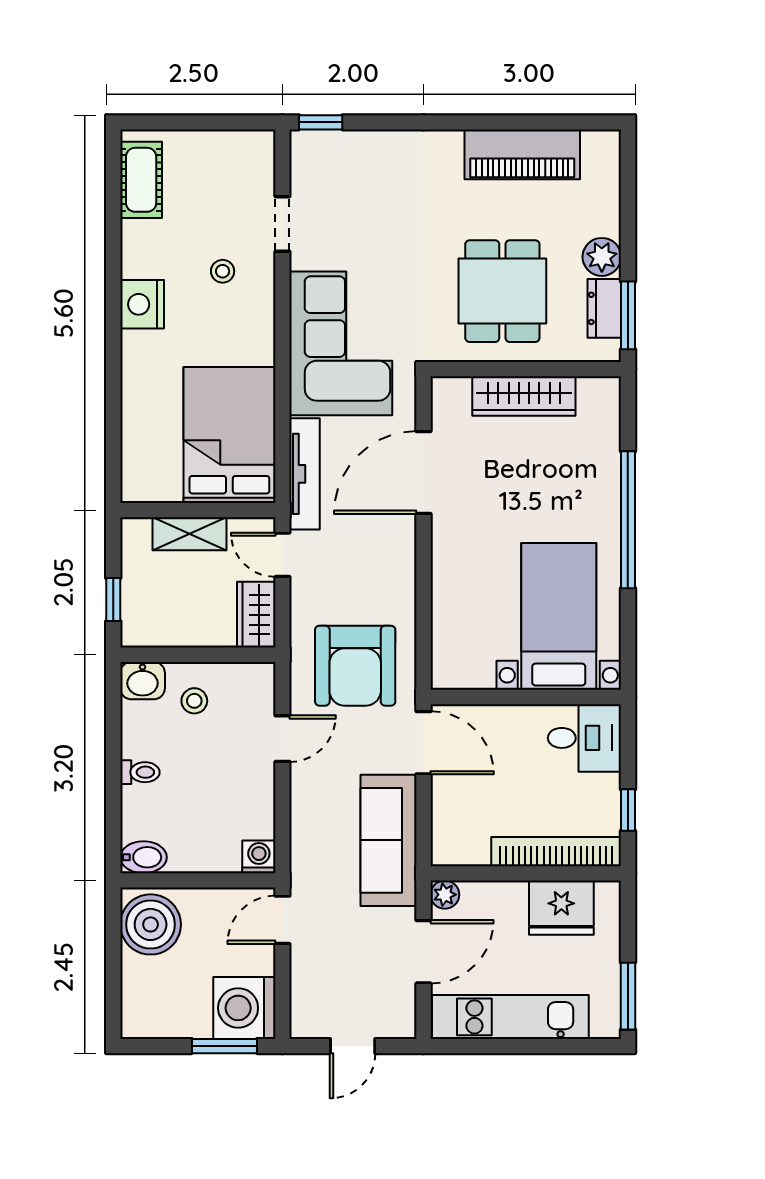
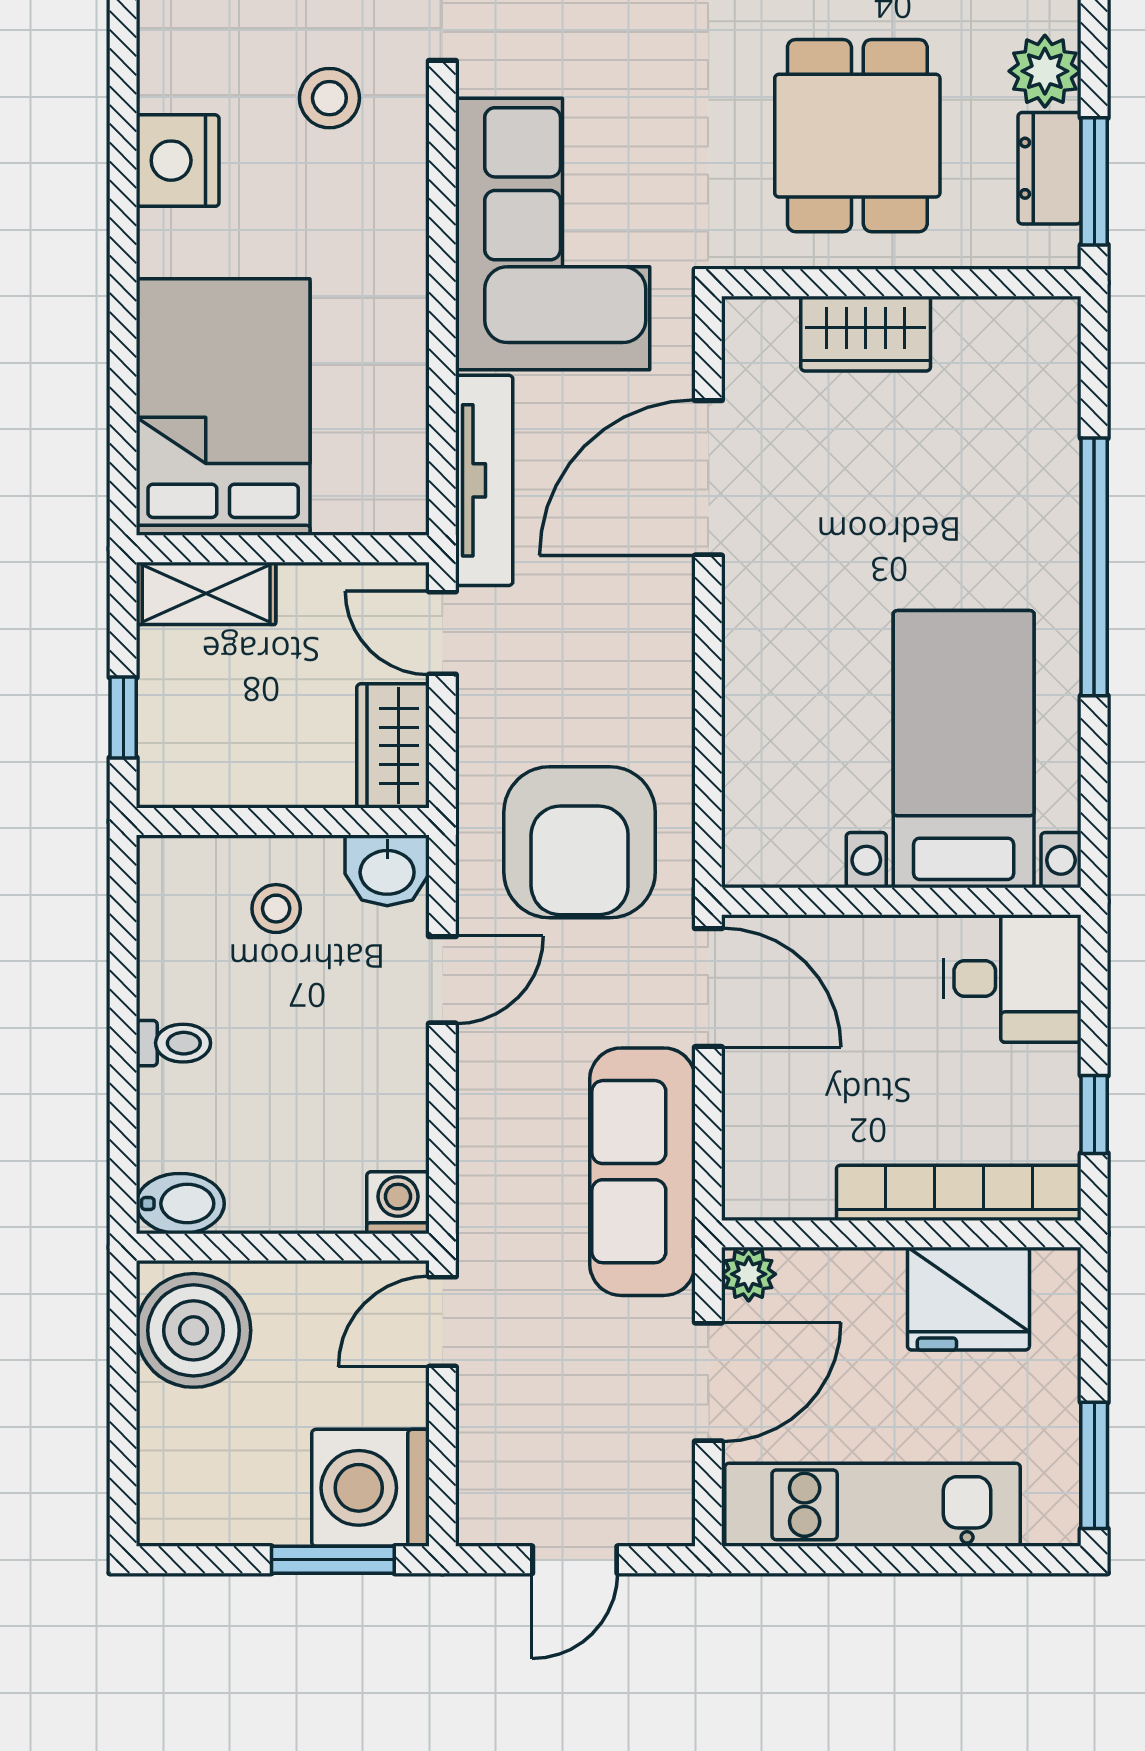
stool: (223, 271) -> (329, 98), width x1.37, depth x1.37
wardrobe: (524, 396) -> (866, 334), width x0.67
bed: (229, 435) -> (223, 407), moved
shelving: (190, 534) -> (206, 593), moved
washbasin: (143, 681) -> (387, 870), moved

